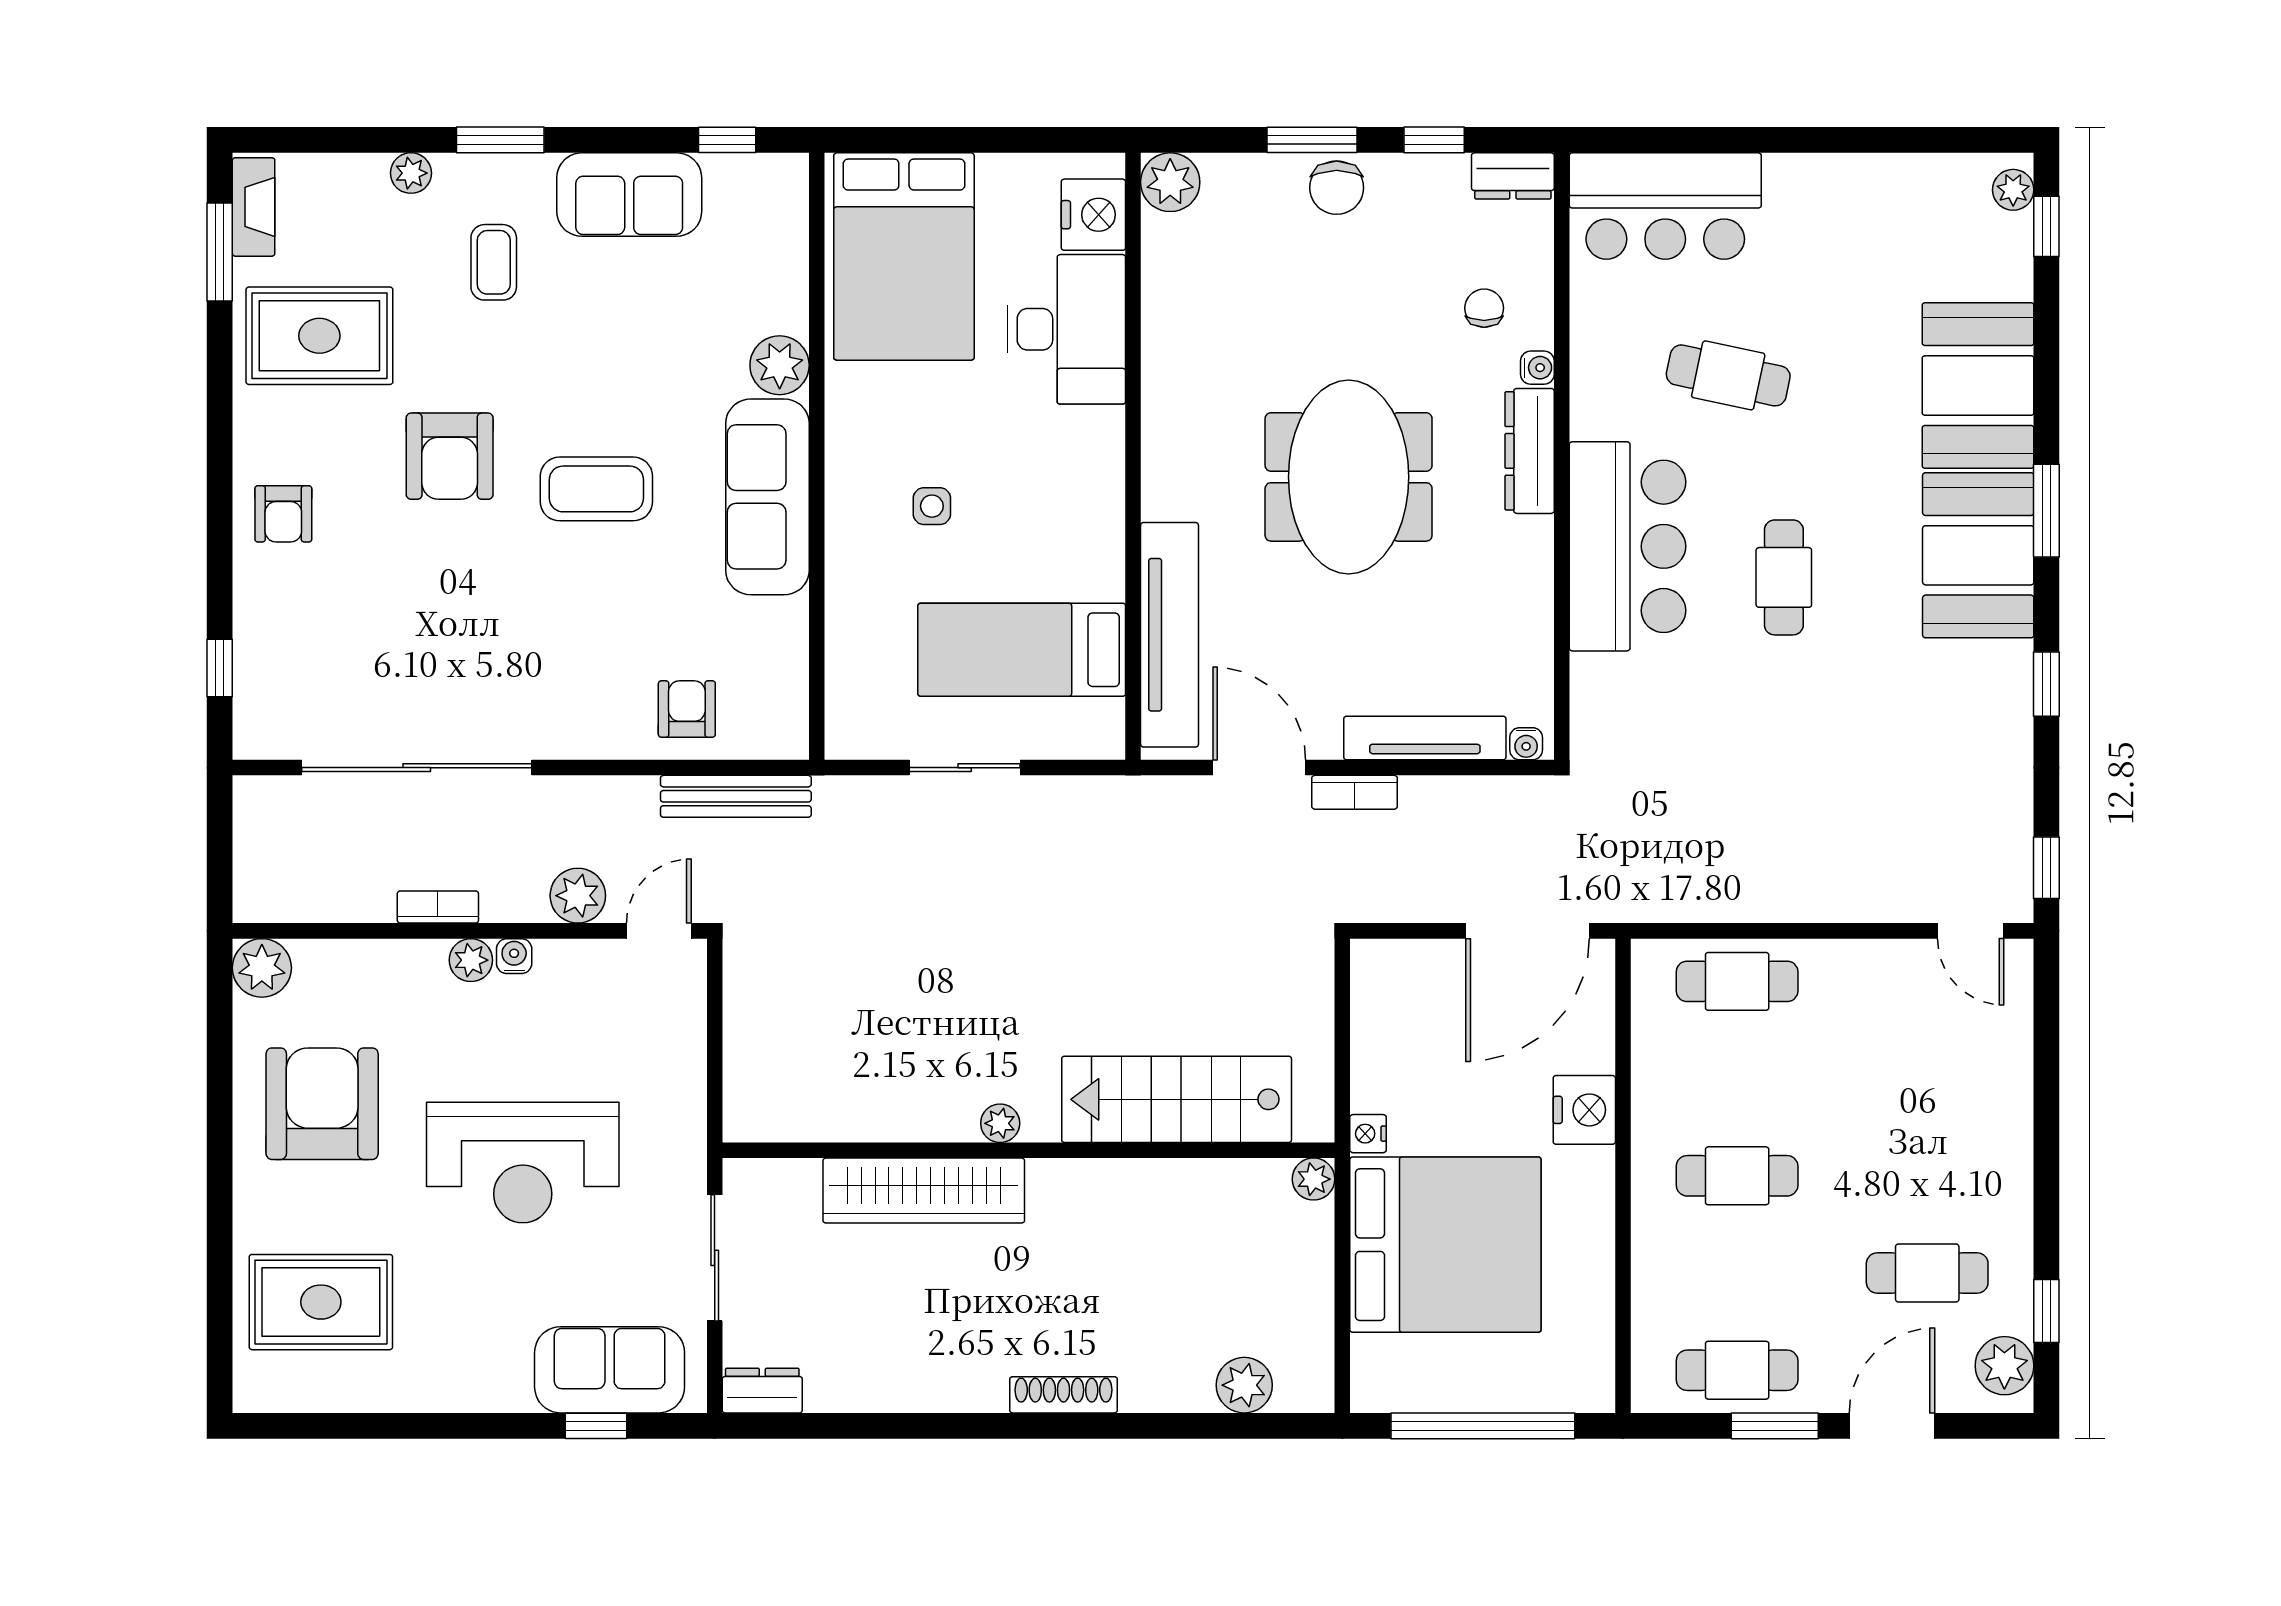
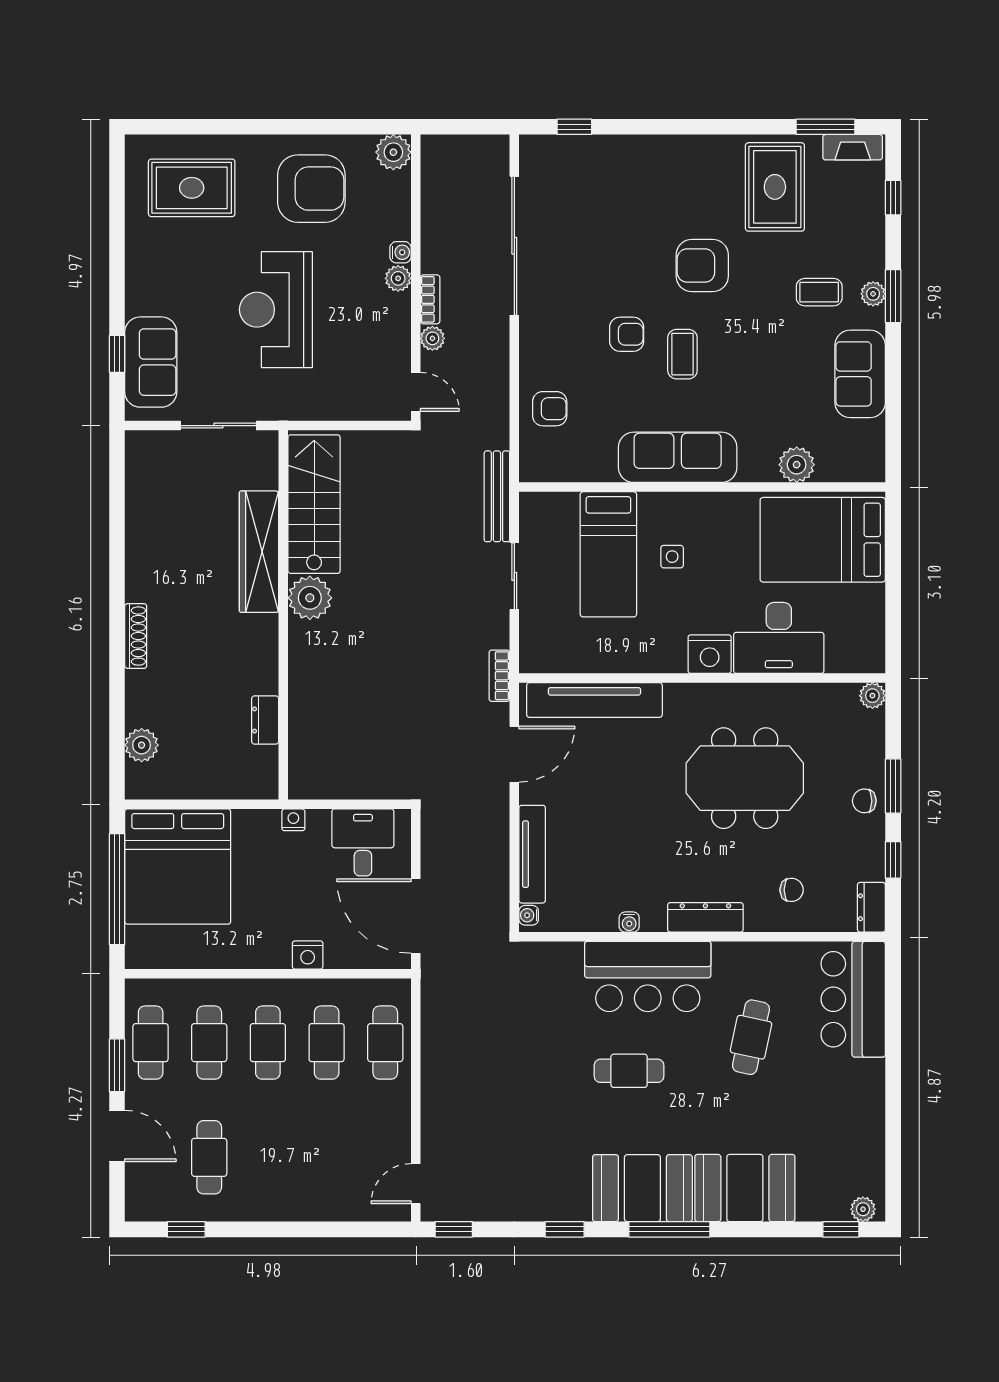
window: (727, 140) -> (893, 198), moved
plant: (411, 173) -> (873, 294), moved
plant: (1170, 182) -> (872, 696), width x0.73, depth x0.73
chair: (1337, 188) -> (864, 801), width x0.73, depth x0.73
nightstand: (1093, 215) -> (710, 654), moved
plant: (780, 365) -> (797, 465), moved
water cooler: (1537, 368) -> (629, 922), moved
meeting table: (1349, 477) -> (745, 778), moved
coffee table: (596, 489) -> (682, 354), width x0.73, depth x0.77
window: (2046, 511) -> (669, 1229), width x1.44
armchair: (283, 514) -> (627, 334), moved, turned 180
bed: (1022, 650) -> (608, 554), moved, turned 180
bookcase: (1355, 792) -> (499, 676), moved
bench: (736, 796) -> (497, 496), moved
plant: (578, 896) -> (432, 338), width x0.73, depth x0.73
bookcase: (438, 907) -> (430, 299), moved
water cooler: (514, 956) -> (400, 252), moved
desk: (1405, 1018) -> (363, 842), added
cafe table: (1737, 1079) -> (327, 1043), added
stairs: (1177, 1099) -> (314, 504), moved
nightstand: (1584, 1110) -> (308, 955), width x0.74, depth x0.75
plant: (1000, 1123) -> (310, 598), width x1.88, depth x1.88
plant: (1314, 1179) -> (266, 787), removed
bed: (1445, 1245) -> (178, 867), moved
cafe table: (1737, 1273) -> (209, 1043), added
rug: (321, 1302) -> (192, 188), turned 90
plant: (2004, 1366) -> (153, 1204), removed
dresser: (762, 1391) -> (265, 720), moved, turned 180

